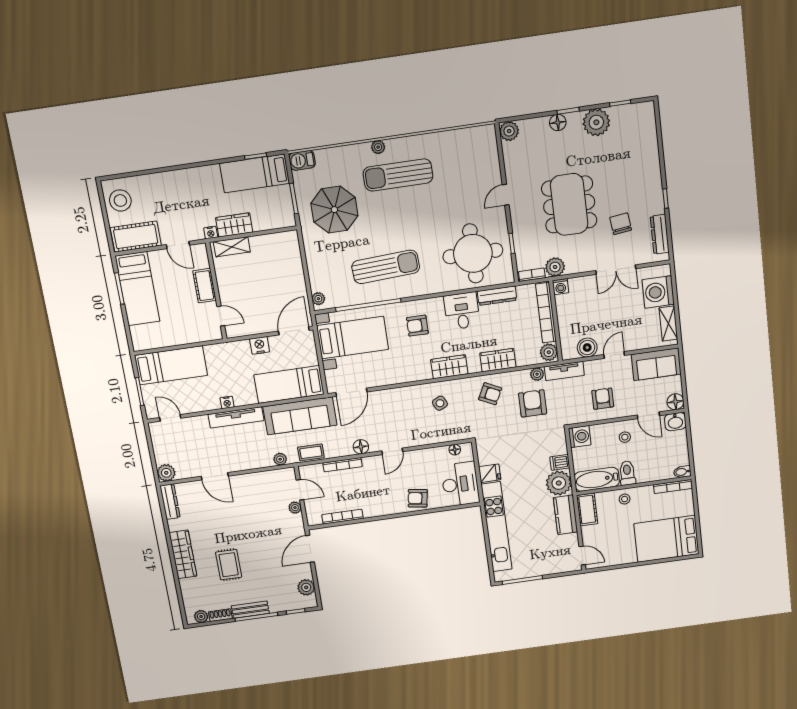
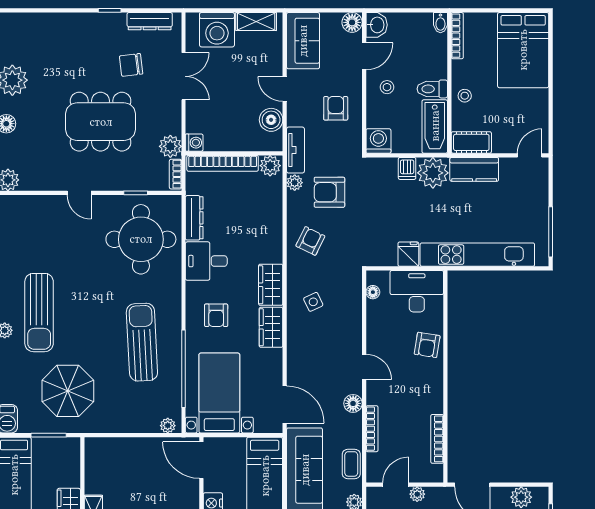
wardrobe: (498, 360) -> (271, 327), moved
armchair: (603, 399) -> (336, 108), turned 90

